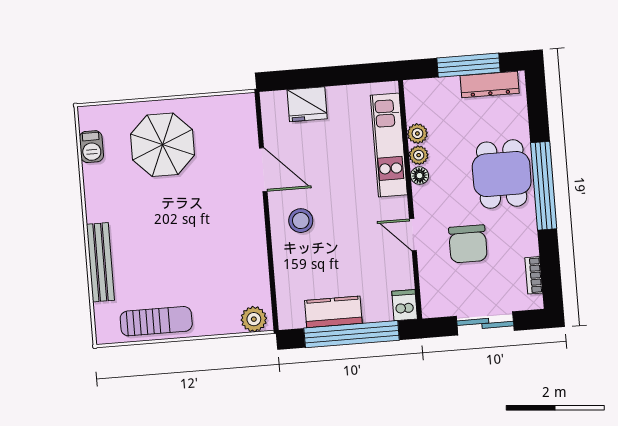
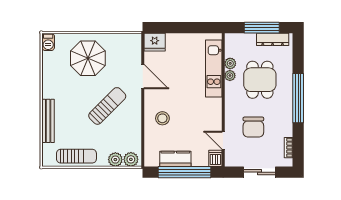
fridge: (307, 104) -> (155, 42), moved
barbecue: (91, 147) -> (48, 42), moved
dining table: (502, 174) -> (260, 80), moved
floor lamp: (420, 176) -> (230, 87), removed
stool: (301, 221) -> (162, 118), moved
sun lounger: (204, 227) -> (107, 106), added
door: (413, 235) -> (223, 140), moved
plant: (226, 322) -> (115, 160), added

